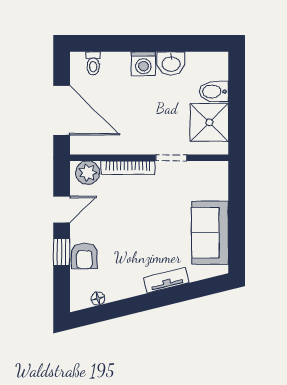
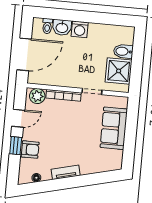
washbasin: (171, 63) -> (62, 27), moved
door: (62, 110) -> (24, 54), hinge flipped
sofa: (210, 233) -> (114, 128), moved
armchair: (84, 256) -> (30, 150), turned -90
tv unit: (166, 280) -> (66, 172), moved

